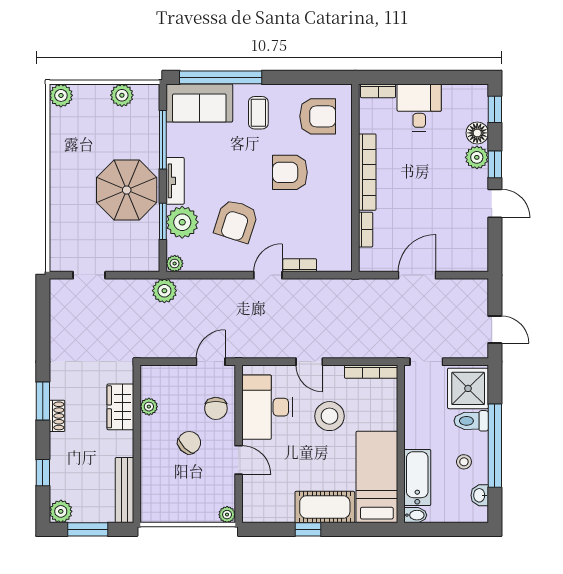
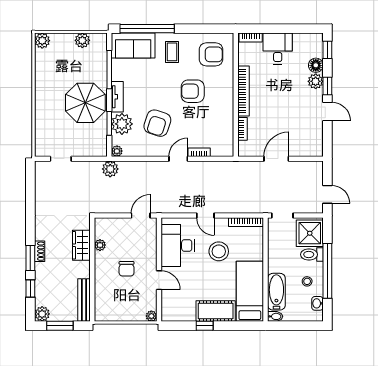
window: (43, 401) -> (30, 258), moved
chair: (216, 408) -> (144, 246), removed
chair: (189, 443) -> (127, 269), turned 135

